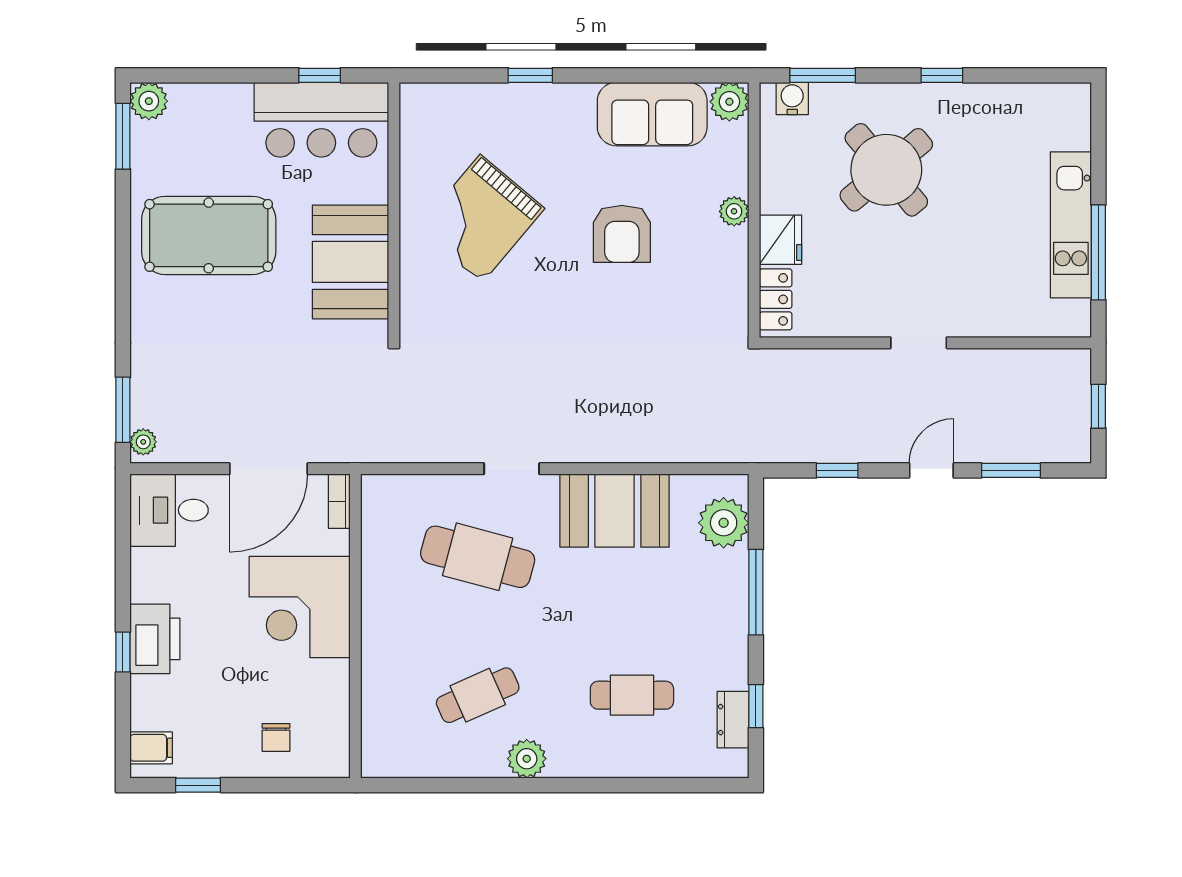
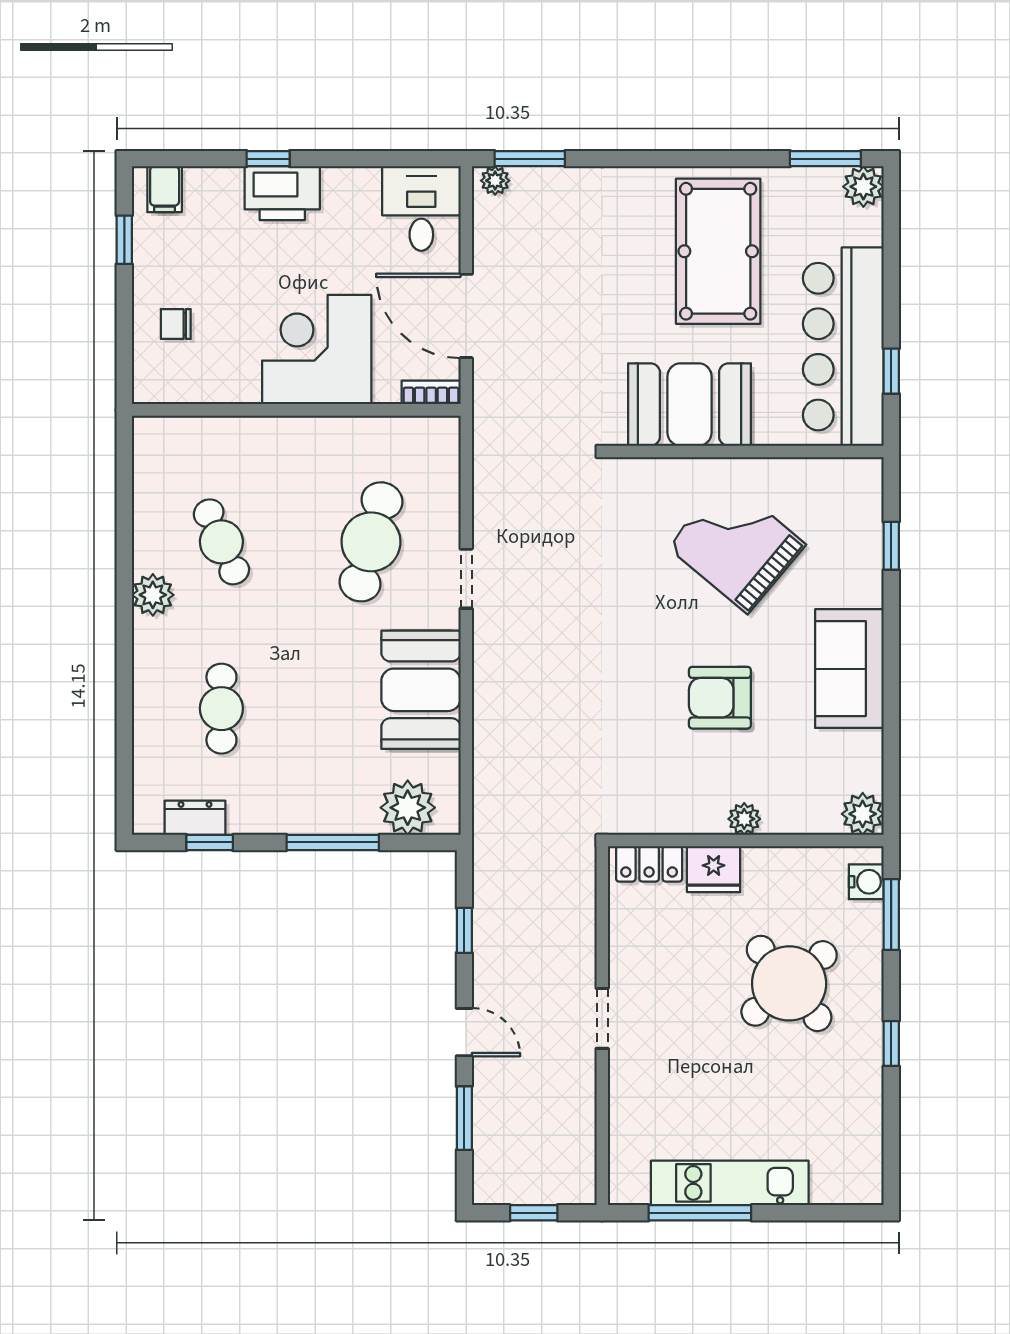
window: (530, 75) -> (891, 546), moved
sofa: (652, 114) -> (849, 669), moved
bar counter: (321, 120) -> (843, 347), width x1.36

